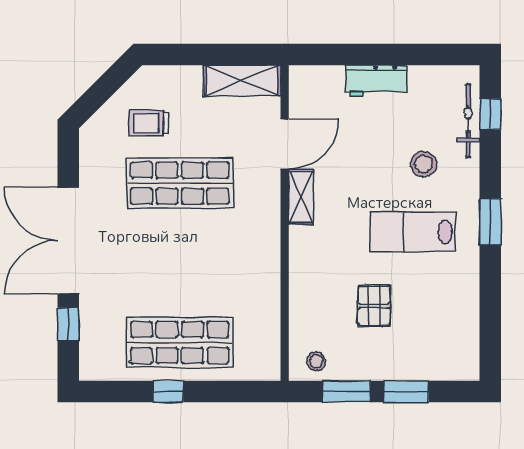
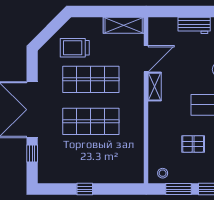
trolley: (149, 123) -> (75, 48), width x1.36, depth x1.39
pallet: (374, 306) -> (193, 144), turned 90
shop shelf: (180, 343) -> (91, 121), moved

